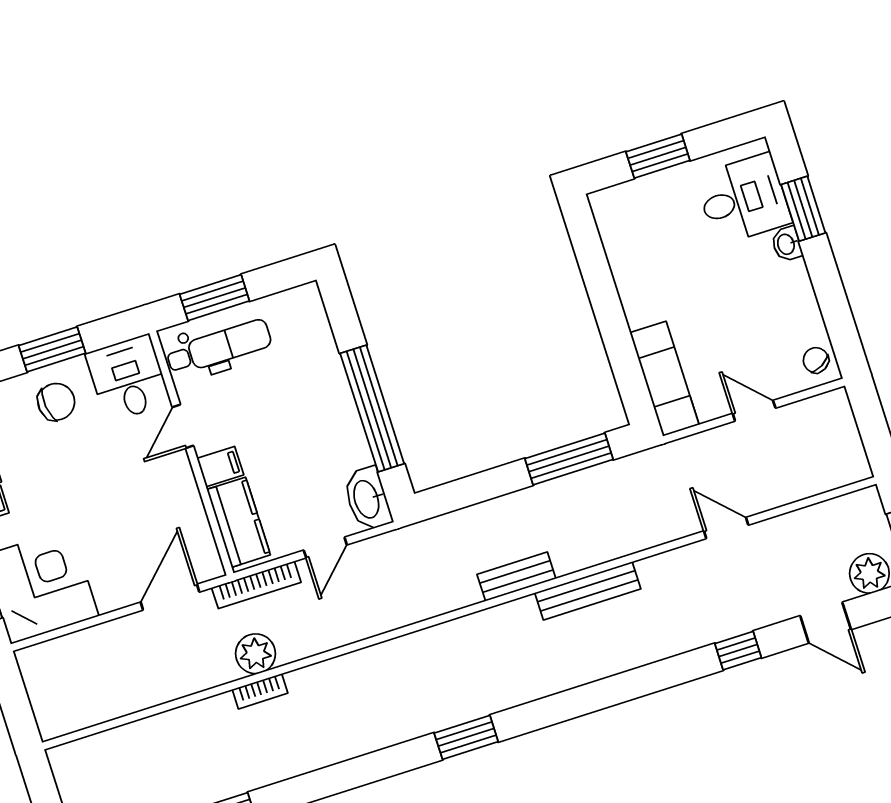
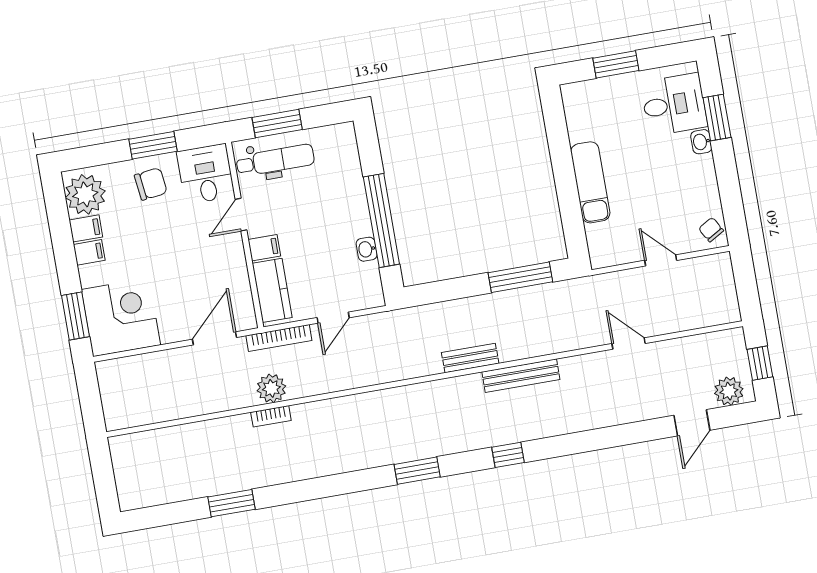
exam couch: (664, 379) -> (590, 182), moved
washbasin: (367, 499) -> (367, 249), moved, width x0.52, depth x0.69
door: (826, 623) -> (692, 423), hinge flipped
window: (738, 651) -> (508, 455), moved

